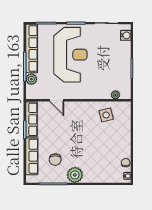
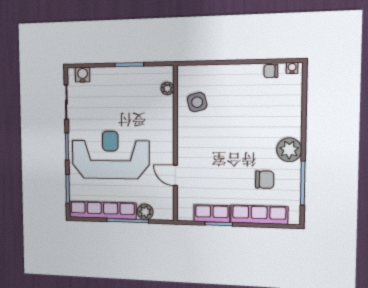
door: (57, 100) -> (175, 175), swing flipped
row of seats: (31, 119) -> (212, 214), width x0.68

